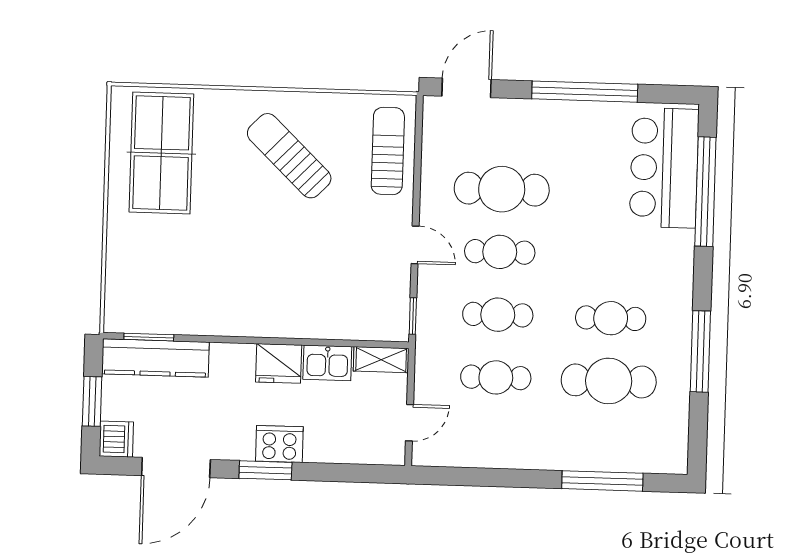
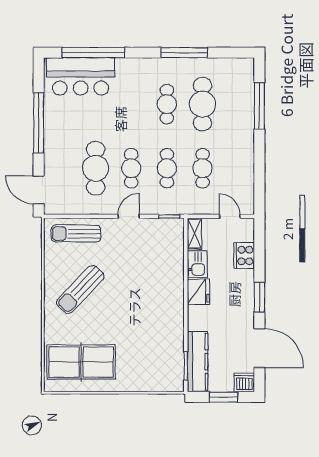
cooker: (279, 444) -> (244, 256), moved

